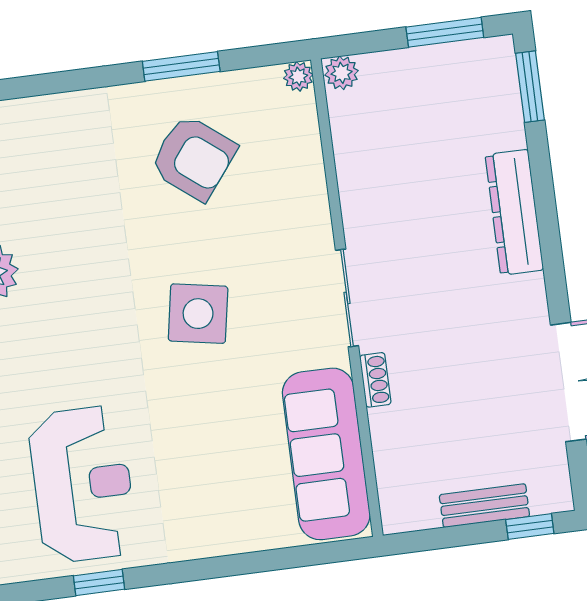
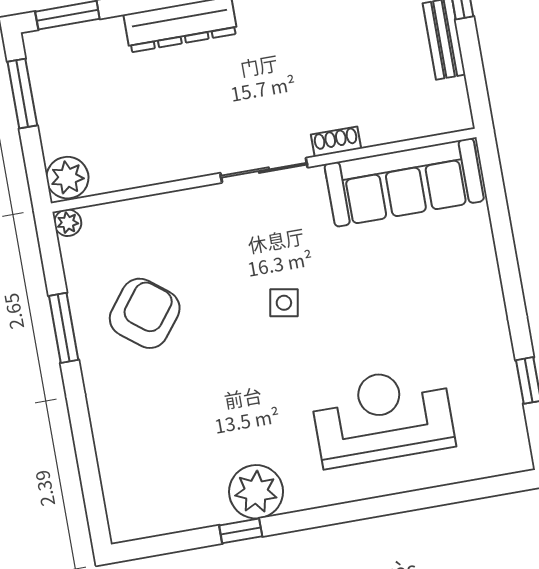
plant: (342, 73) -> (67, 178), width x1.38, depth x1.38
side table: (198, 314) -> (284, 303), width x0.54, depth x0.54
reception desk: (83, 484) -> (383, 416), moved

